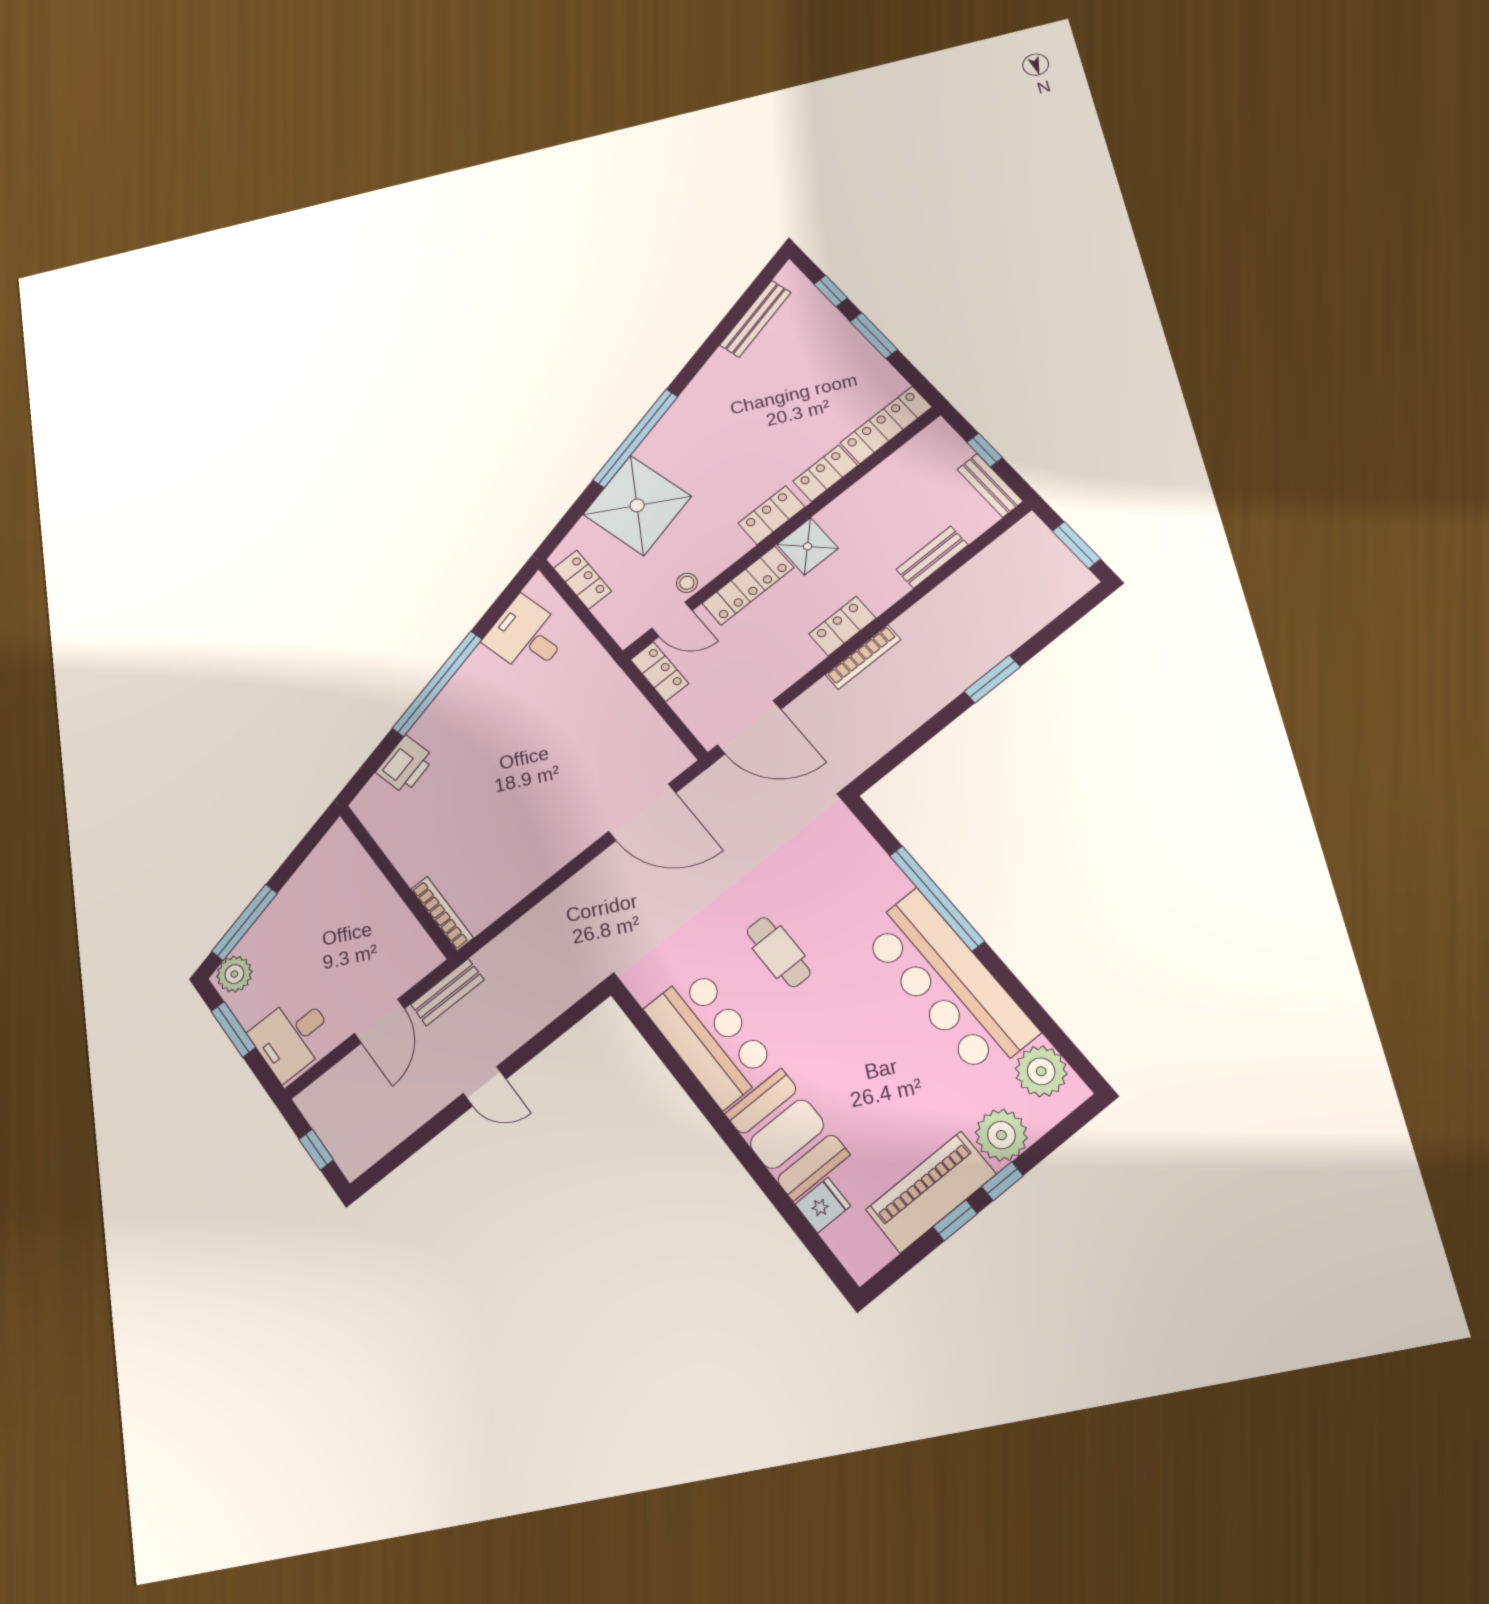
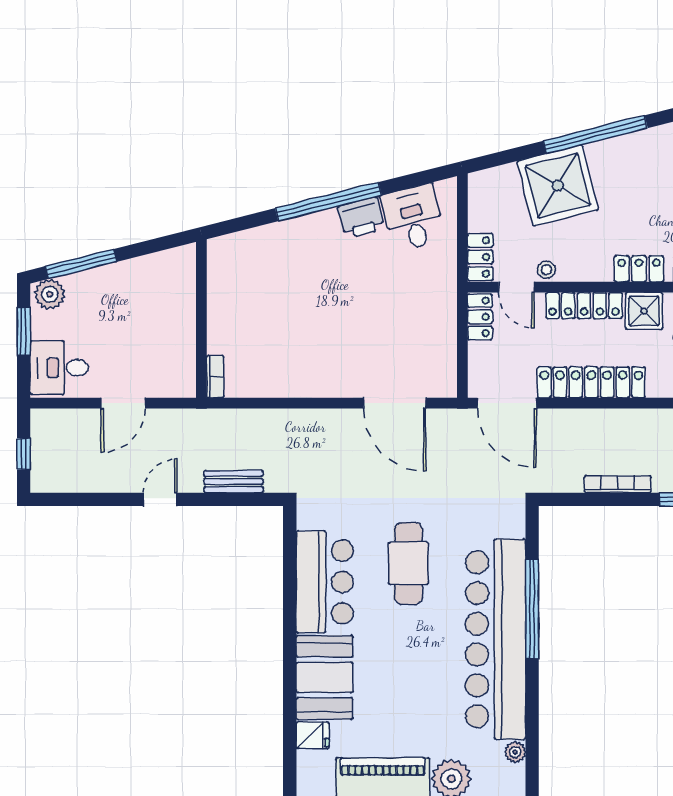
locker: (582, 580) -> (480, 257), moved
locker: (842, 626) -> (591, 382), width x2.16, depth x1.21
bookcase: (863, 657) -> (618, 484), moved, turned 180
printer: (405, 765) -> (361, 218), moved
bookcase: (442, 914) -> (215, 377), width x0.64
cafe table: (779, 952) -> (408, 563), width x1.37, depth x1.35
bar counter: (949, 983) -> (496, 639), width x1.36
bench: (447, 992) -> (233, 481), moved
plant: (1041, 1071) -> (515, 752), width x0.53, depth x0.53
door: (485, 1086) -> (160, 499), swing flipped

